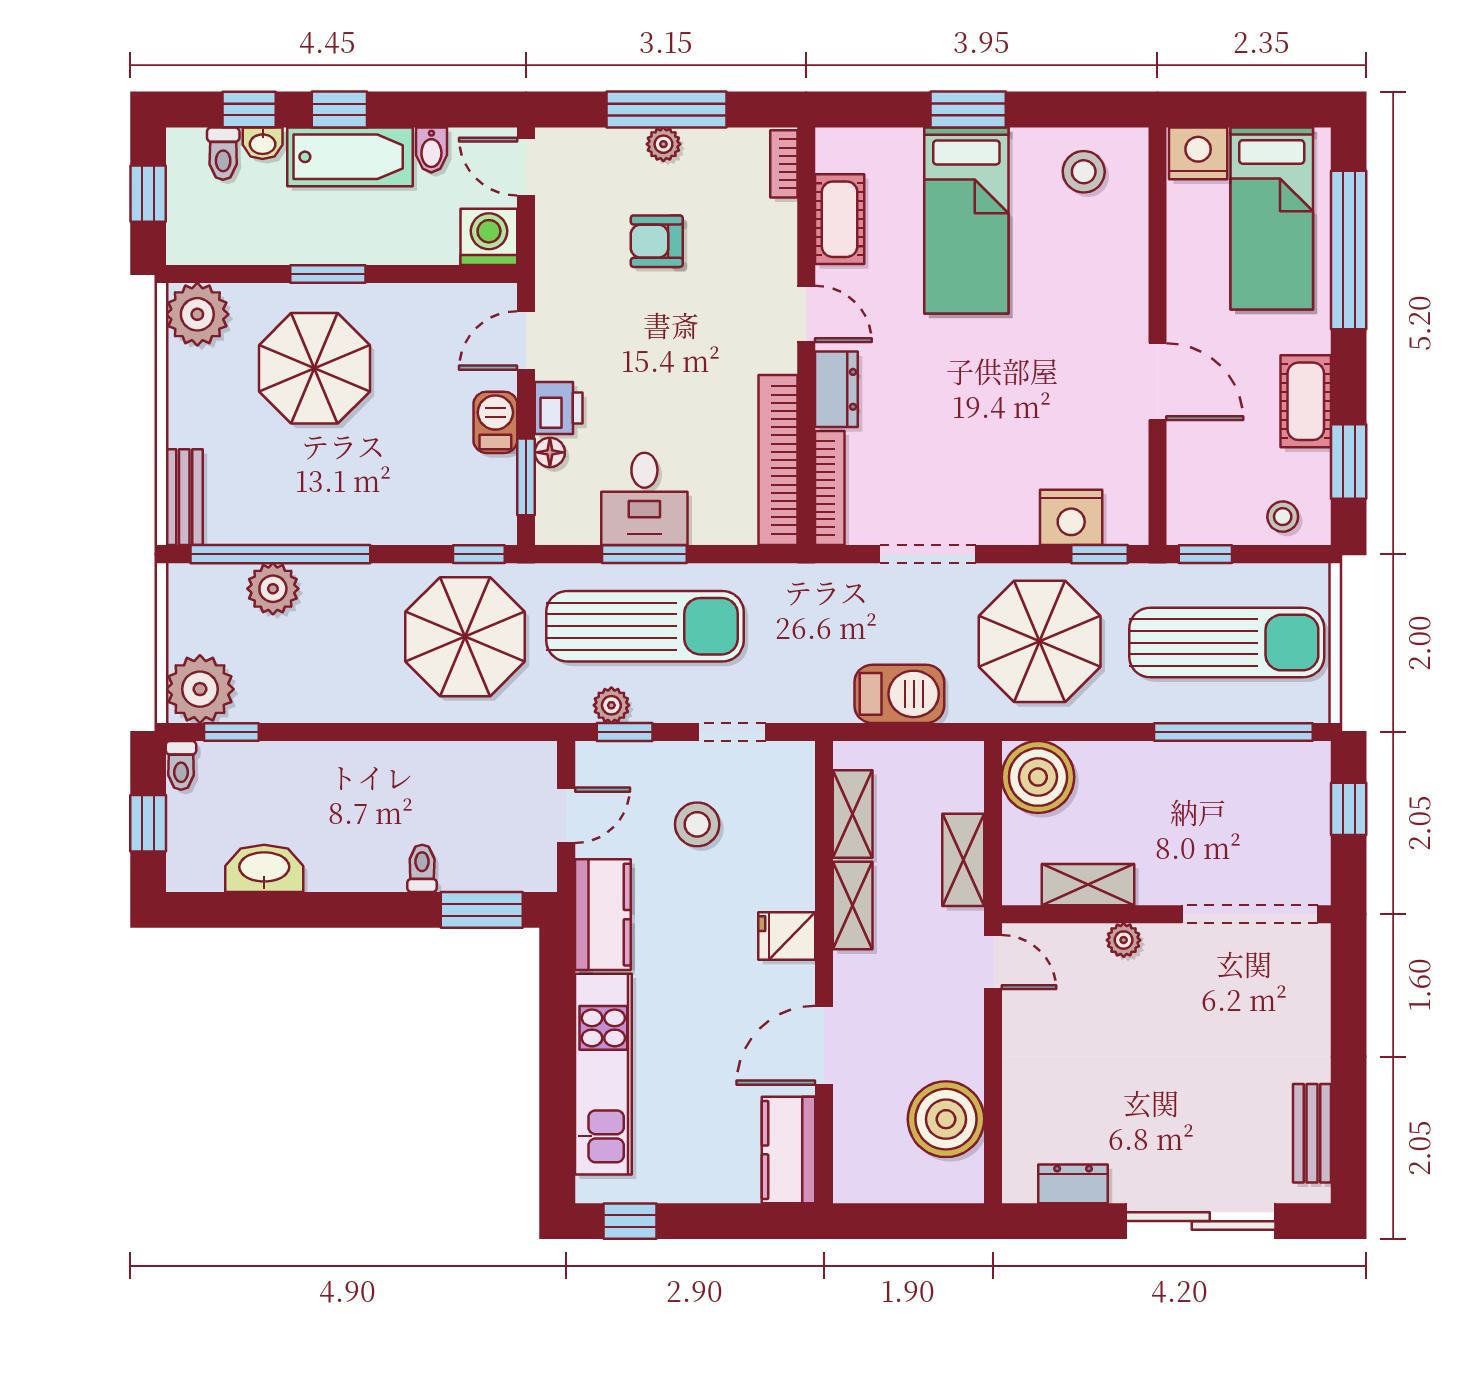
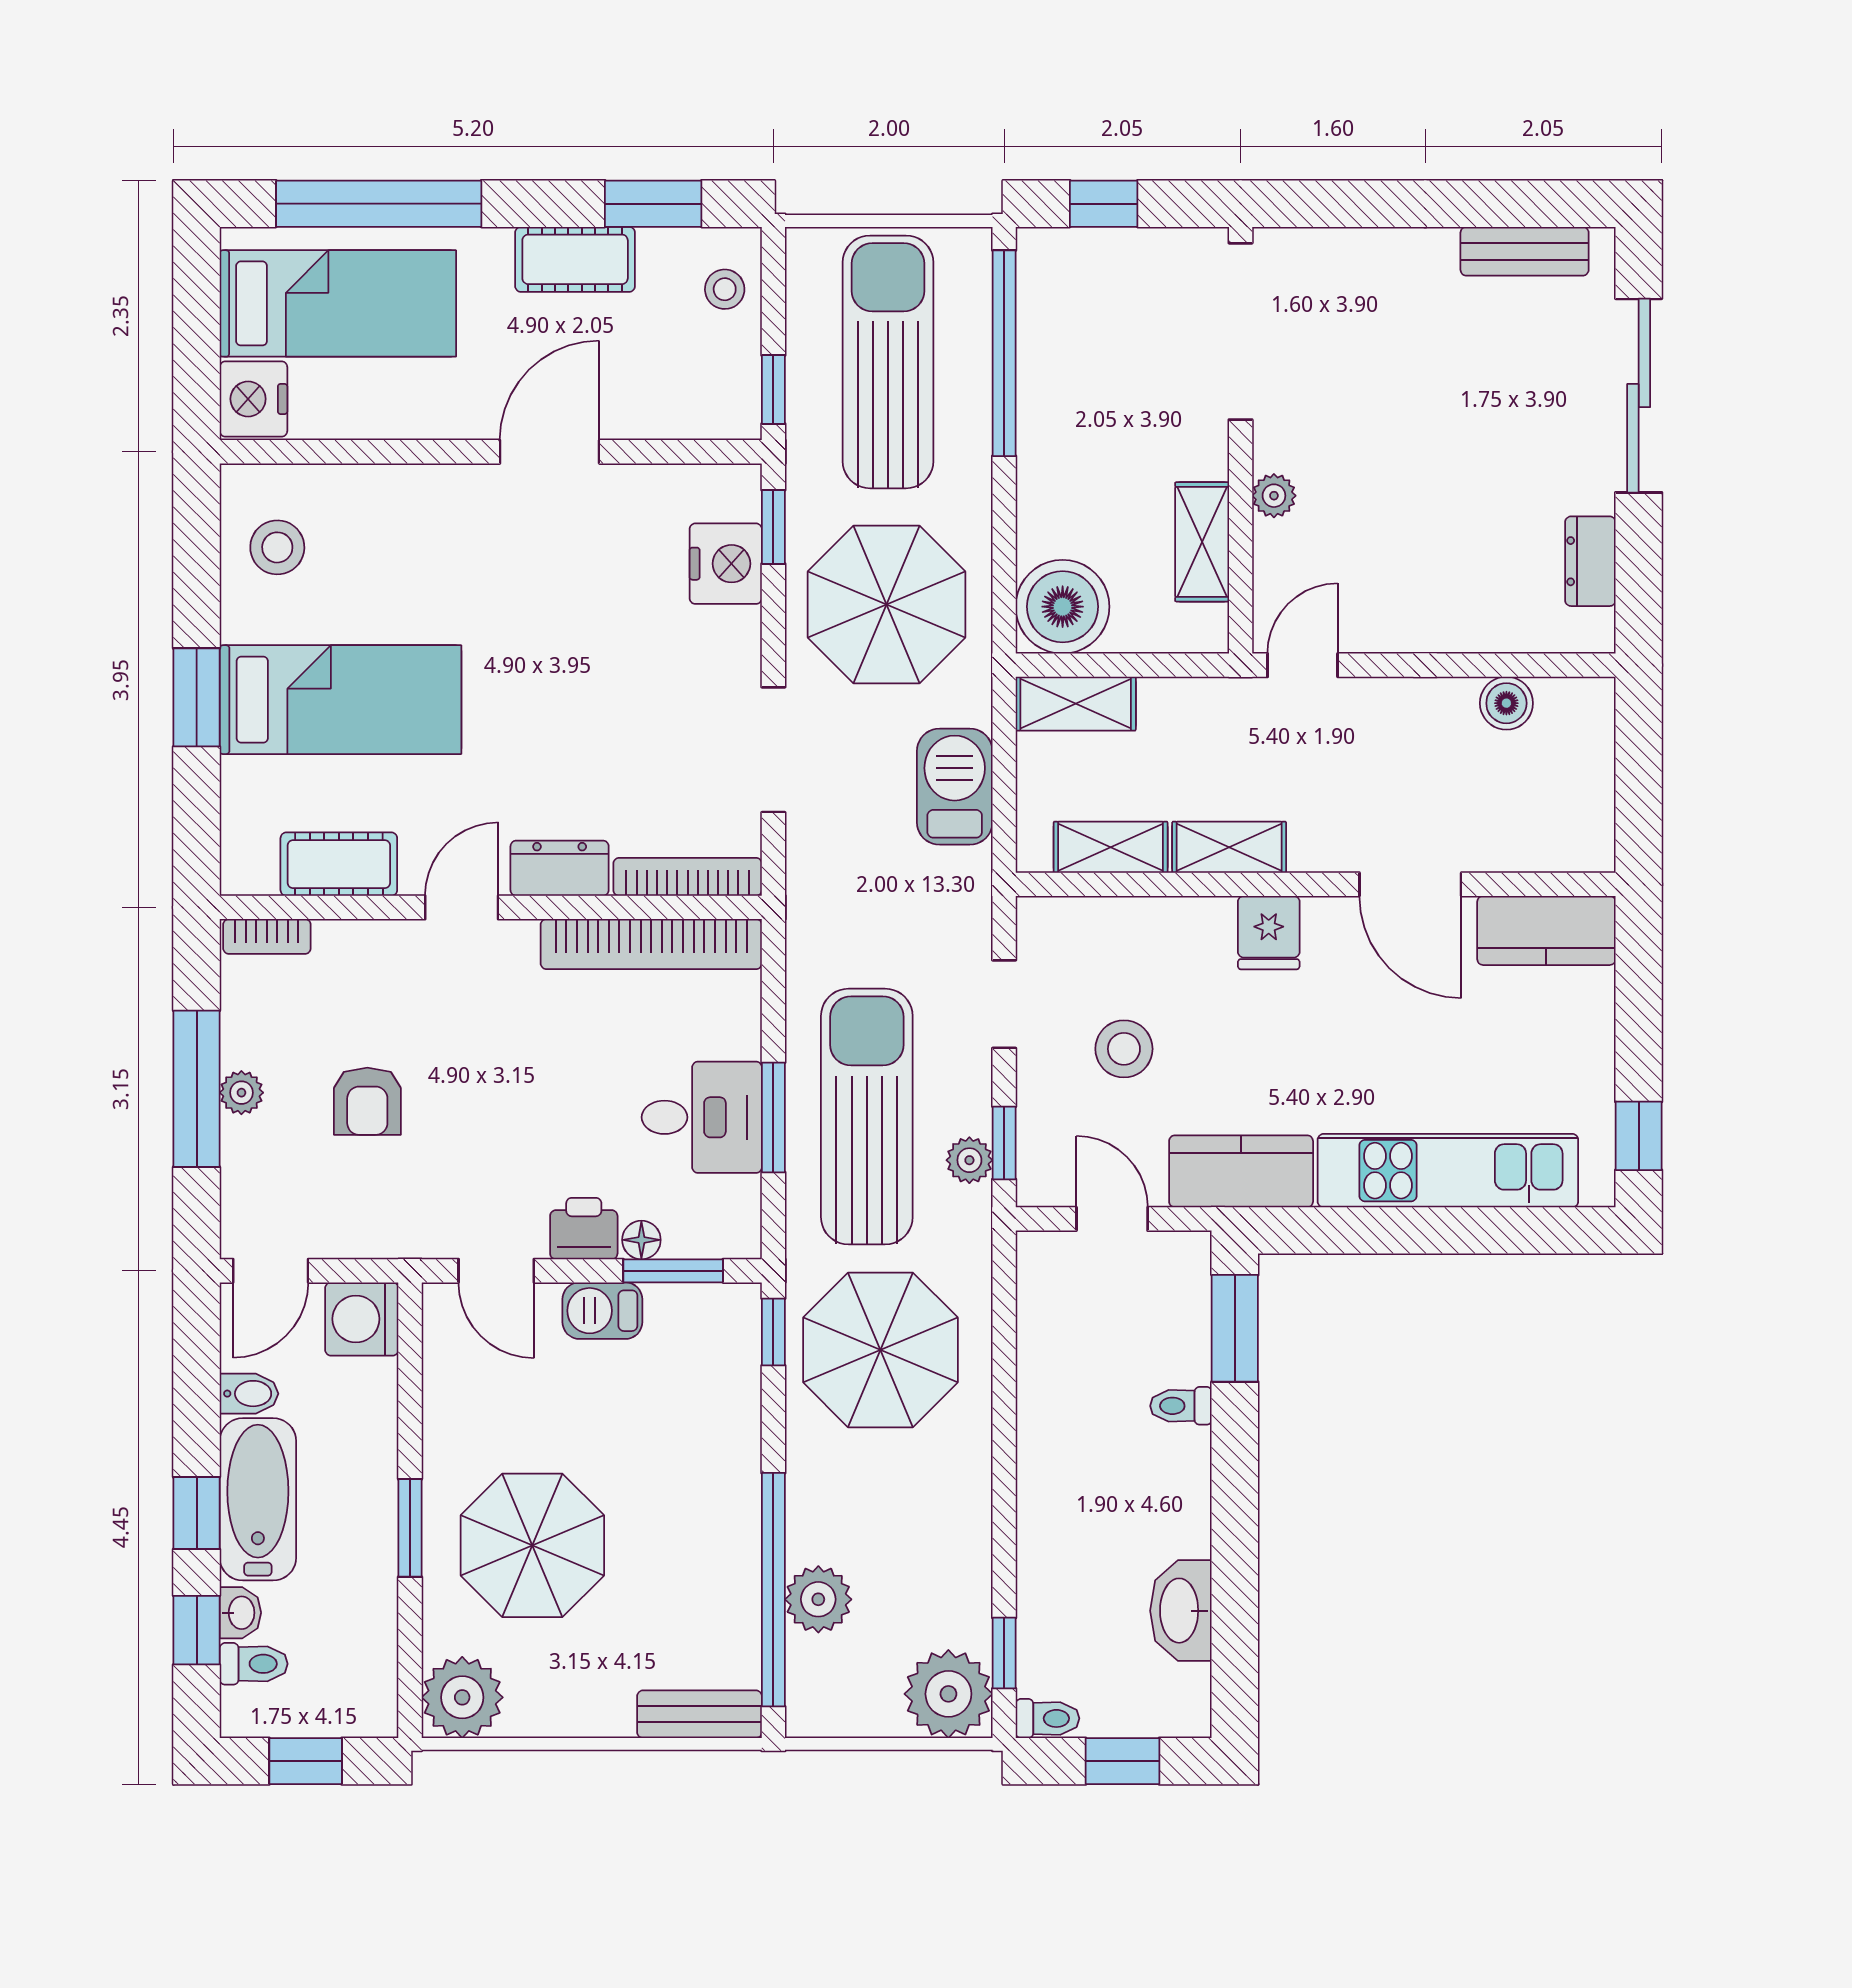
shelving: (963, 860) -> (1076, 704), moved
boiler: (946, 1119) -> (1506, 703), width x0.54, depth x0.54

